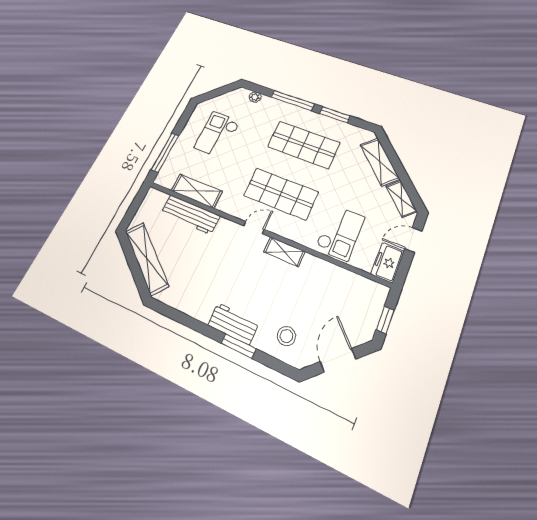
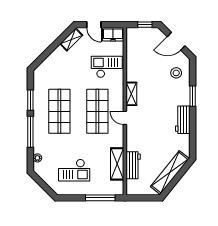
shelving: (380, 162) -> (52, 60), removed
workbench: (190, 215) -> (133, 165), width x0.73
workbench: (233, 324) -> (183, 120), moved

